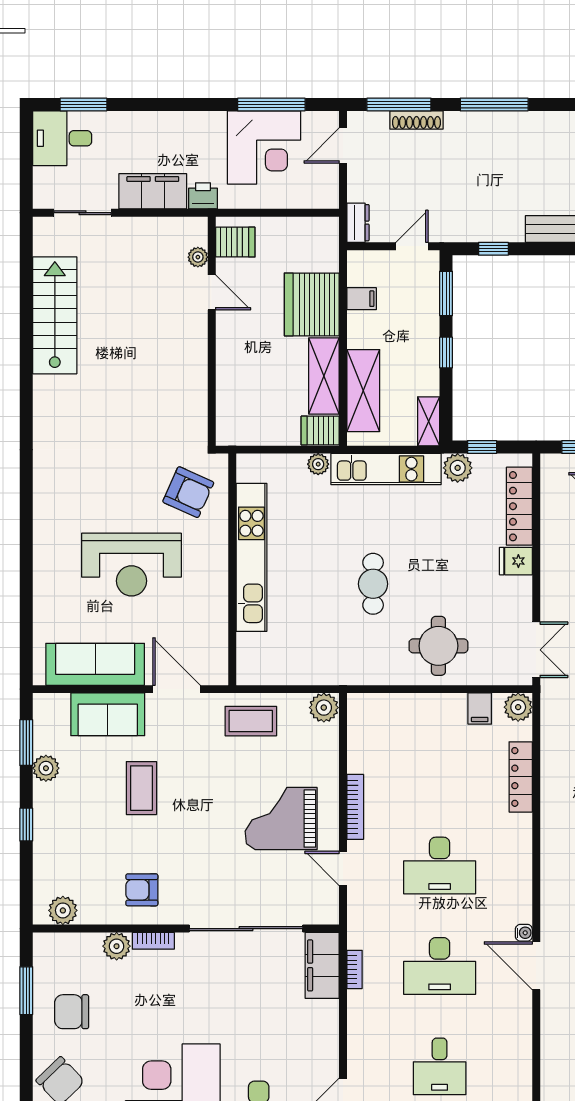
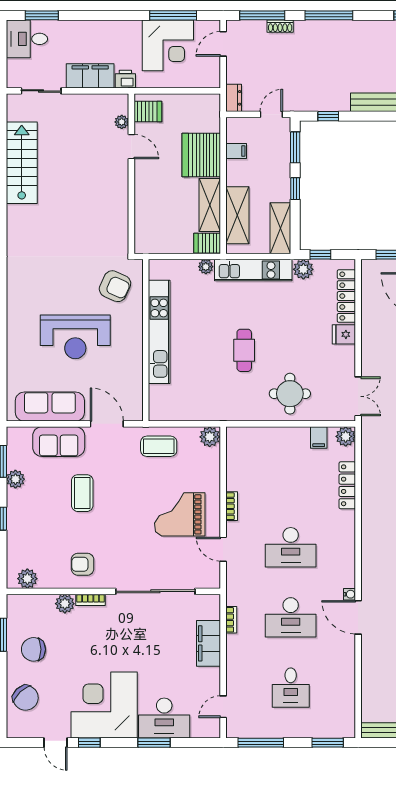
shoe rack: (416, 120) -> (280, 26), width x0.70
shelving: (429, 421) -> (280, 228), width x1.50, depth x1.33
bookcase: (355, 807) -> (232, 506), width x0.64
filing cabinet: (322, 965) -> (209, 643), moved

